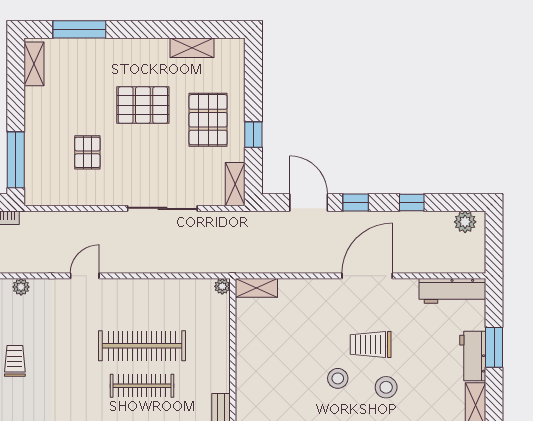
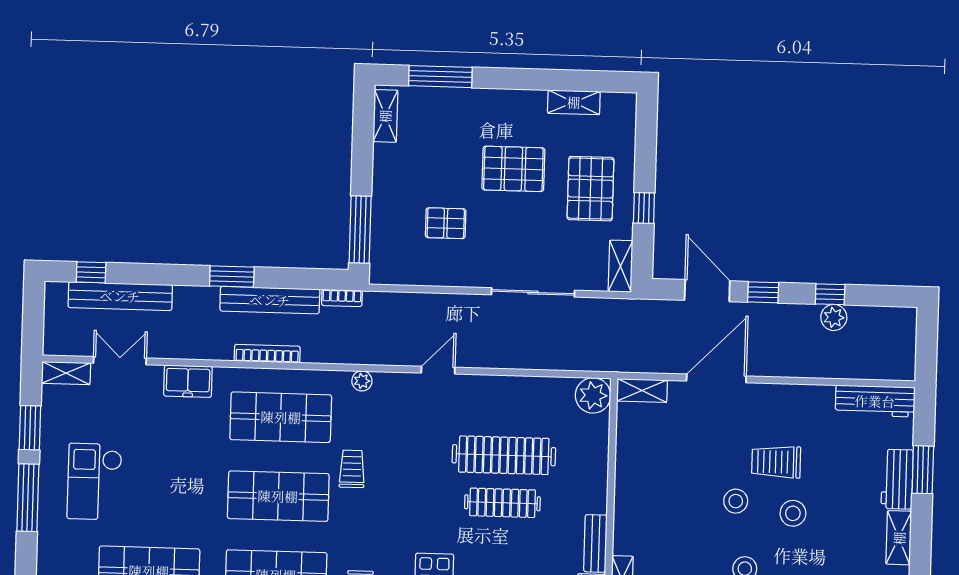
pallet: (87, 152) -> (446, 223), turned 90
plant: (465, 222) -> (834, 317), moved
door: (367, 276) -> (716, 378), moved
plant: (222, 286) -> (593, 395), width x1.88, depth x1.88

